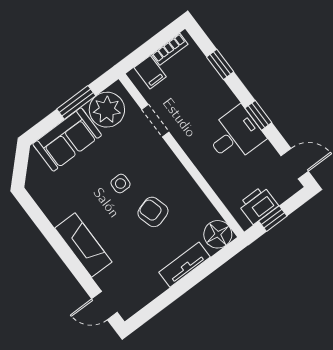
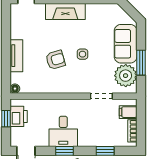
floor lamp: (218, 234) -> (15, 89), width x0.53, depth x0.53

